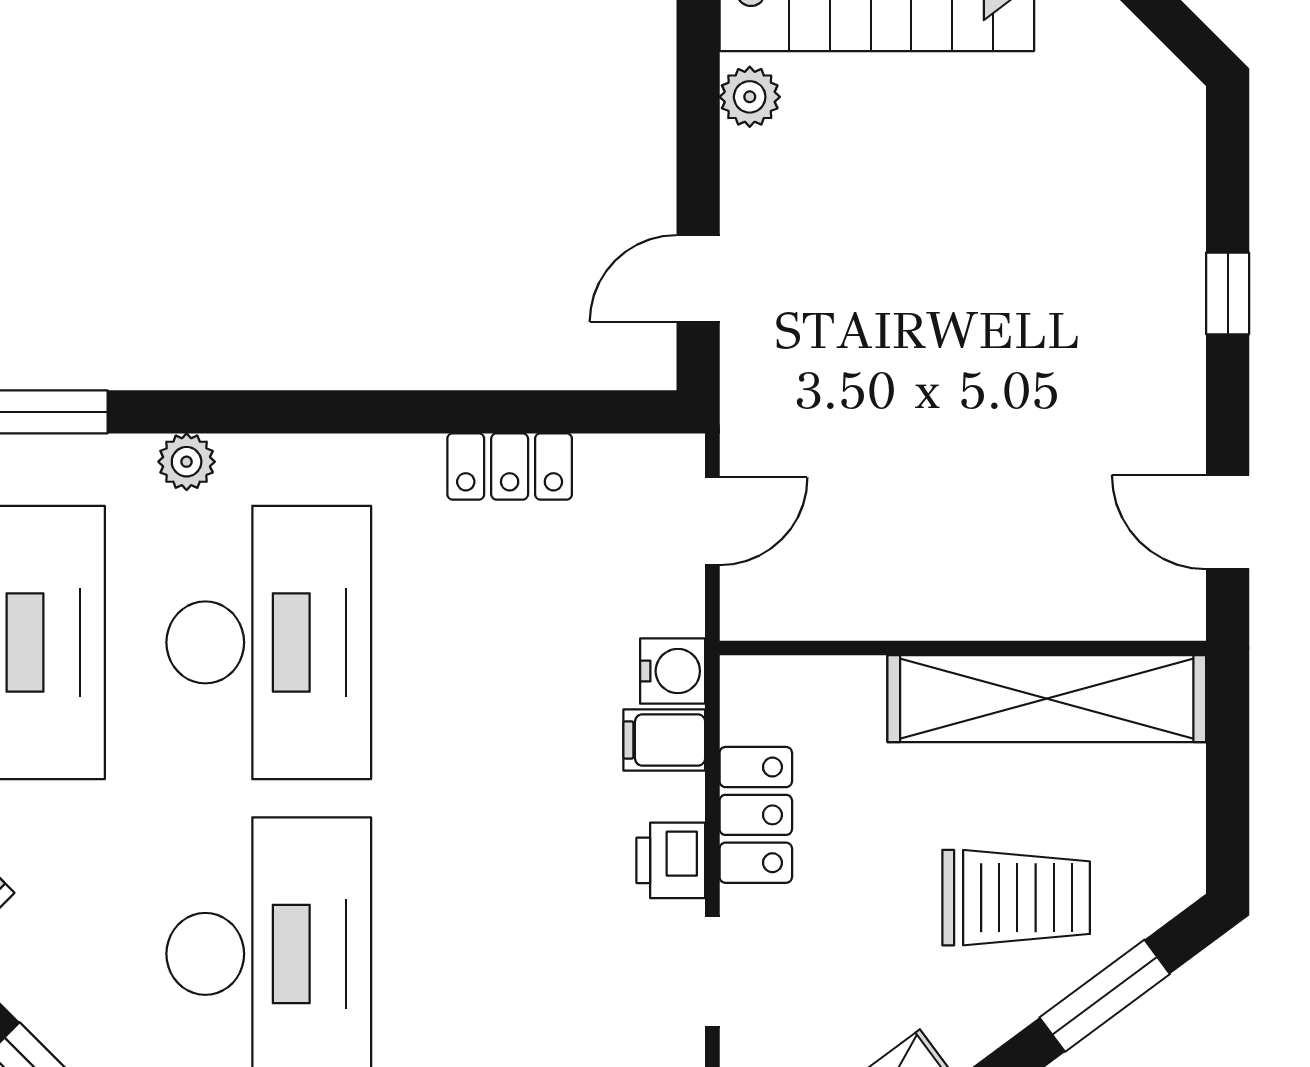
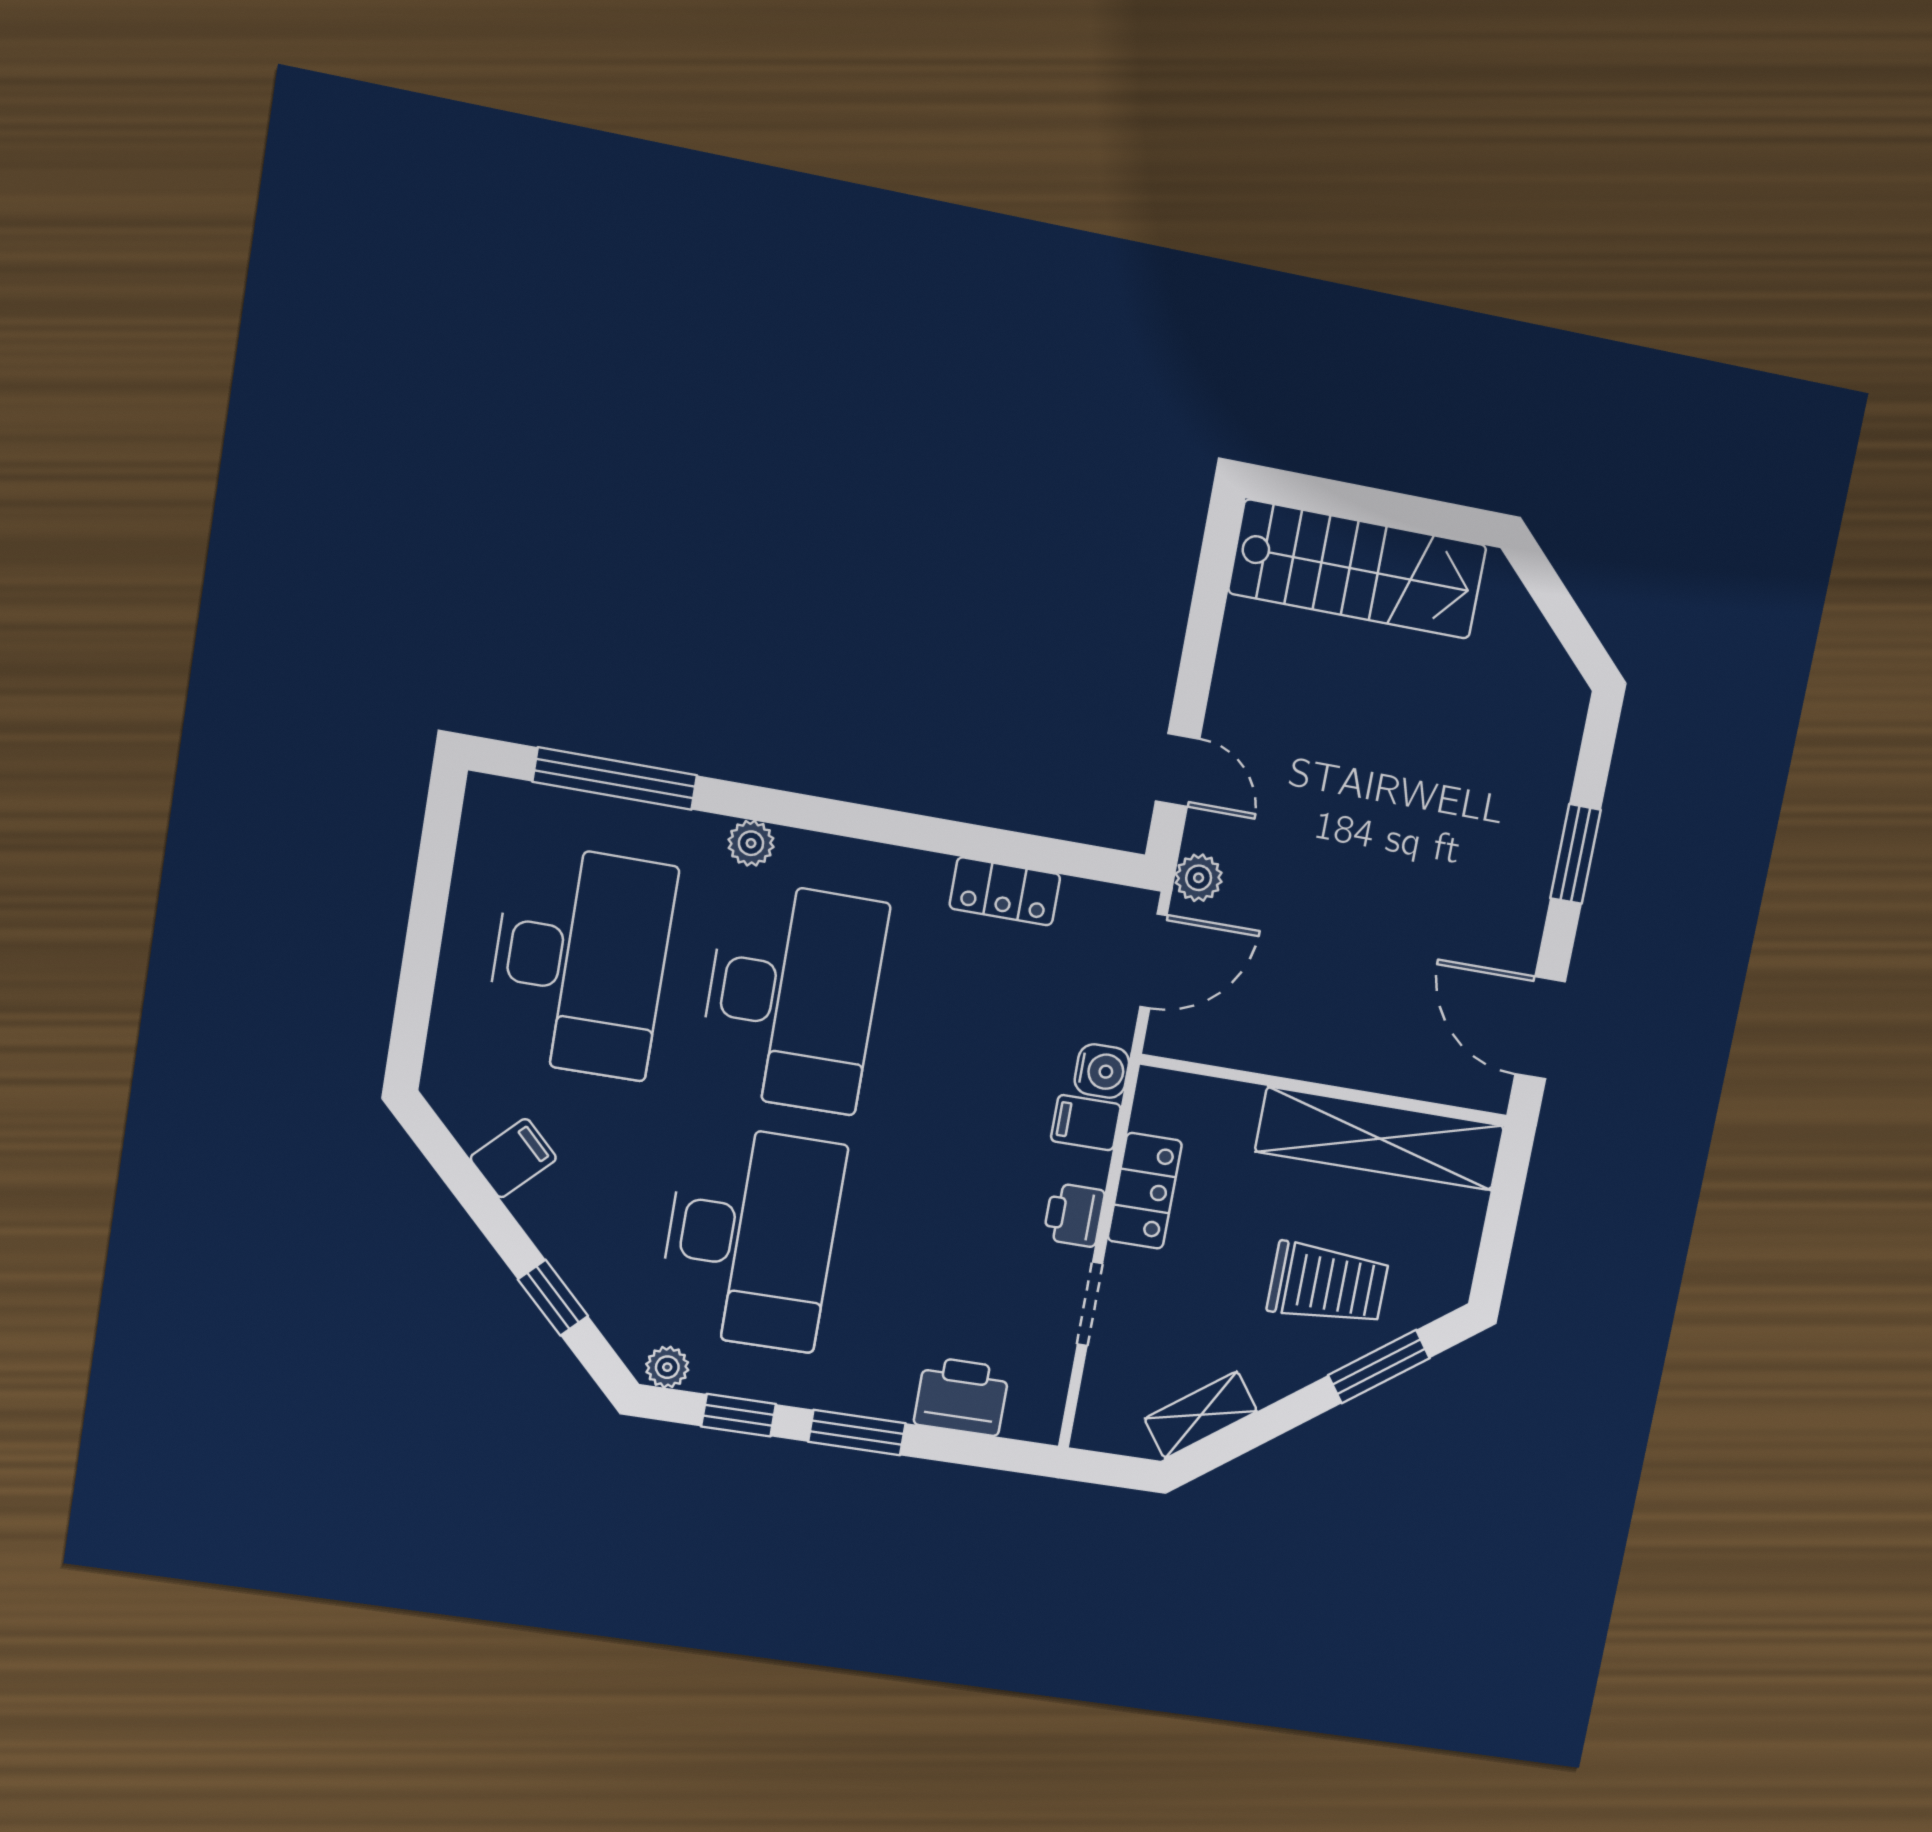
plant: (750, 97) -> (1199, 878), moved
door: (698, 279) -> (1178, 770), swing flipped
window: (1228, 293) -> (1575, 854), width x1.50
door: (712, 521) -> (1154, 961), width x1.38
door: (1228, 522) -> (1540, 1028), width x1.38

